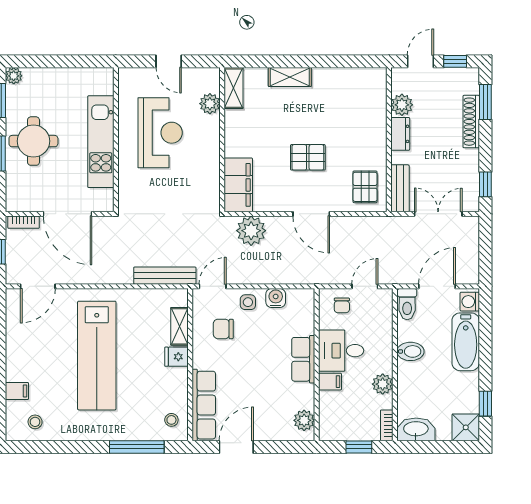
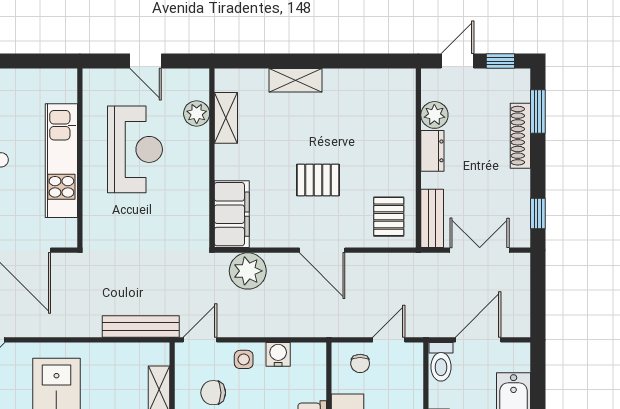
shelving: (234, 88) -> (226, 118), moved
washing machine: (470, 302) -> (519, 359), removed

